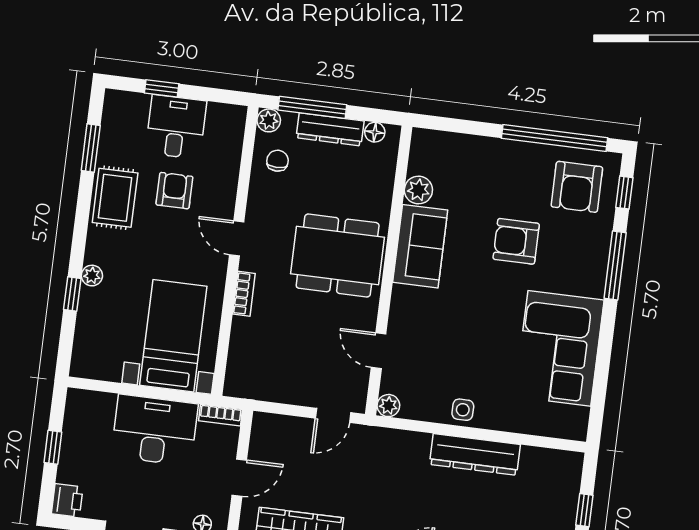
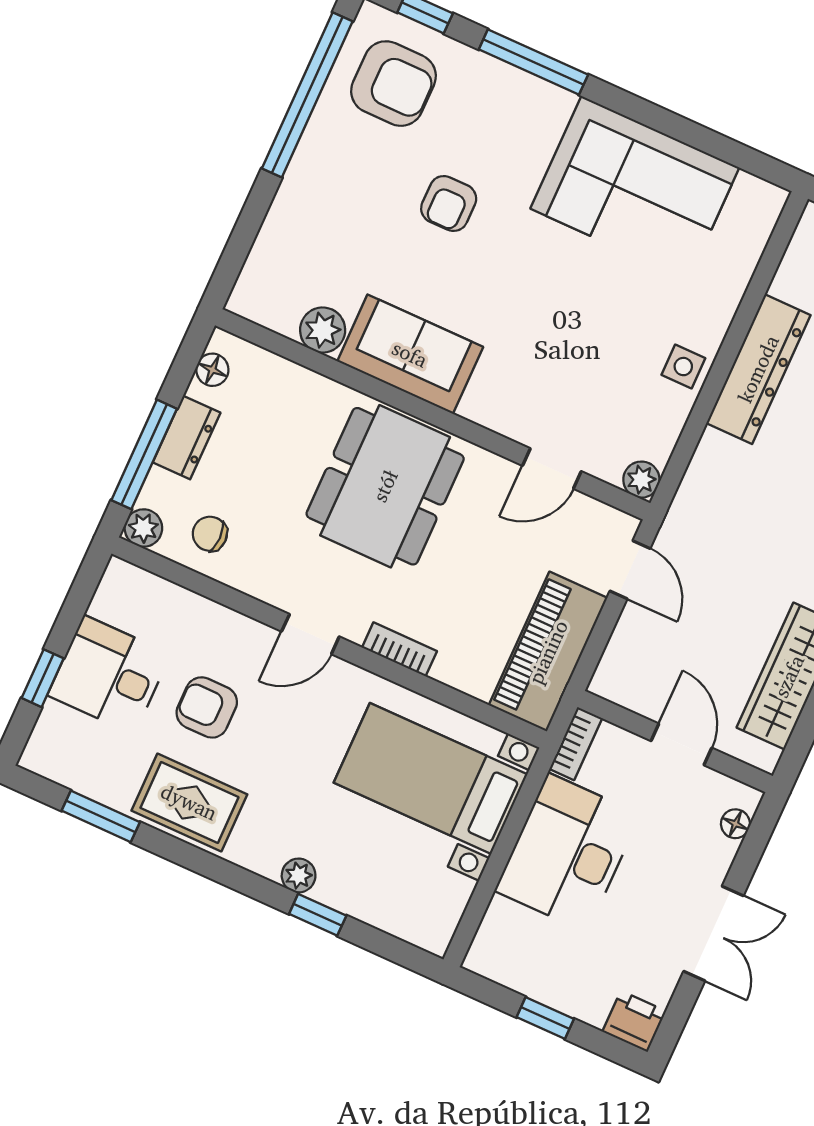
dresser: (330, 129) -> (187, 437), width x0.70
armchair: (516, 241) -> (449, 204), width x0.72, depth x0.72
piano: (270, 382) -> (548, 652), added

